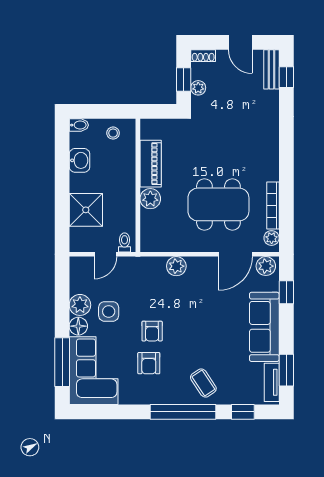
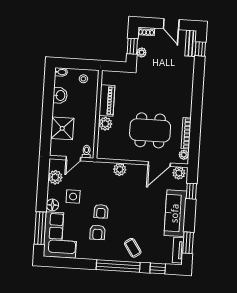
plant: (80, 305) -> (55, 177), moved

